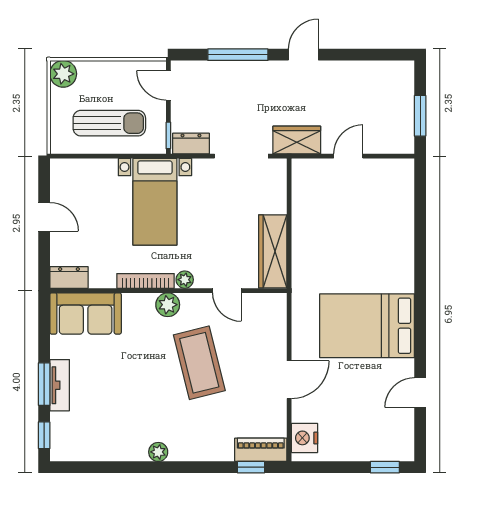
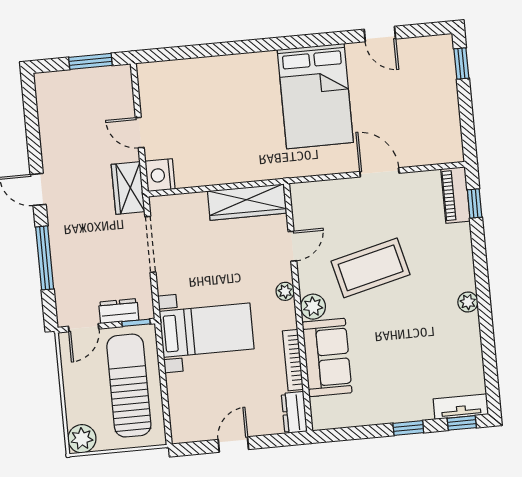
sun lounger: (109, 123) -> (129, 386), width x1.36, depth x1.34
dresser: (191, 144) -> (119, 311), moved, turned 90
bookcase: (146, 281) -> (293, 360), moved
sofa: (86, 314) -> (327, 357), moved
window: (44, 384) -> (408, 428), width x0.67
tv unit: (60, 385) -> (461, 407), moved
nightstand: (304, 438) -> (160, 175), moved, turned 90

